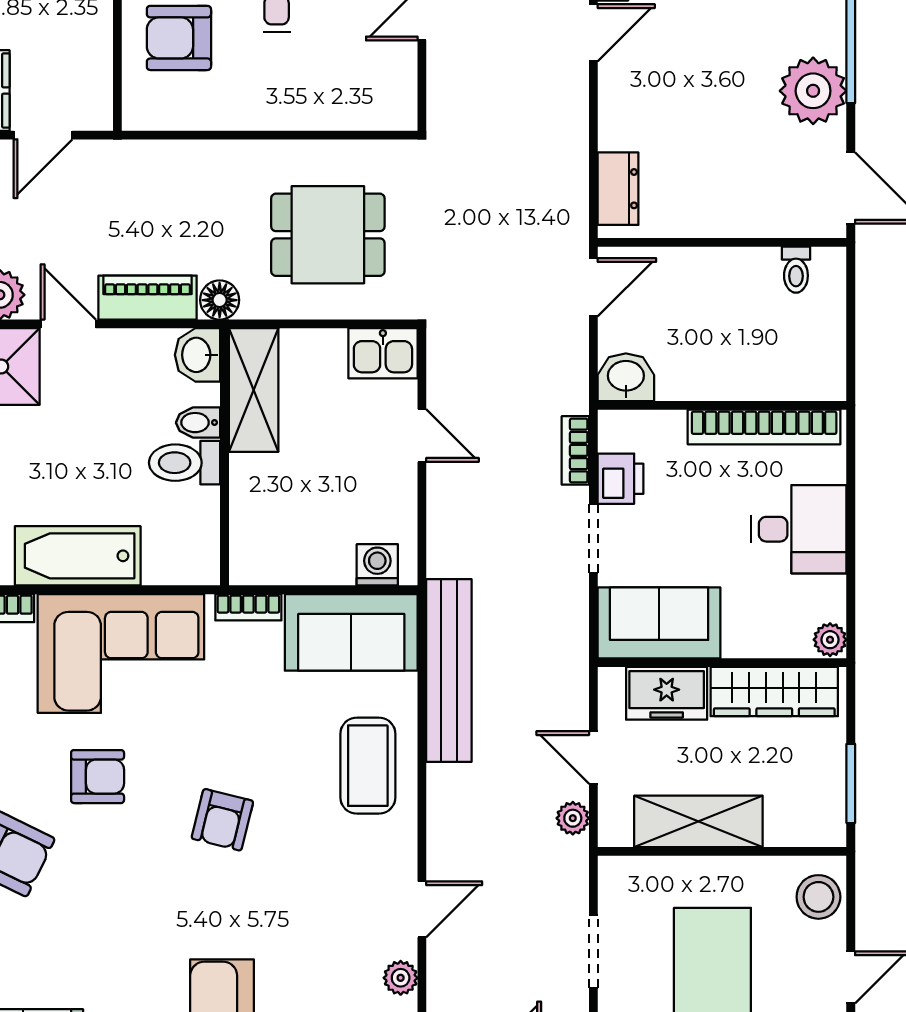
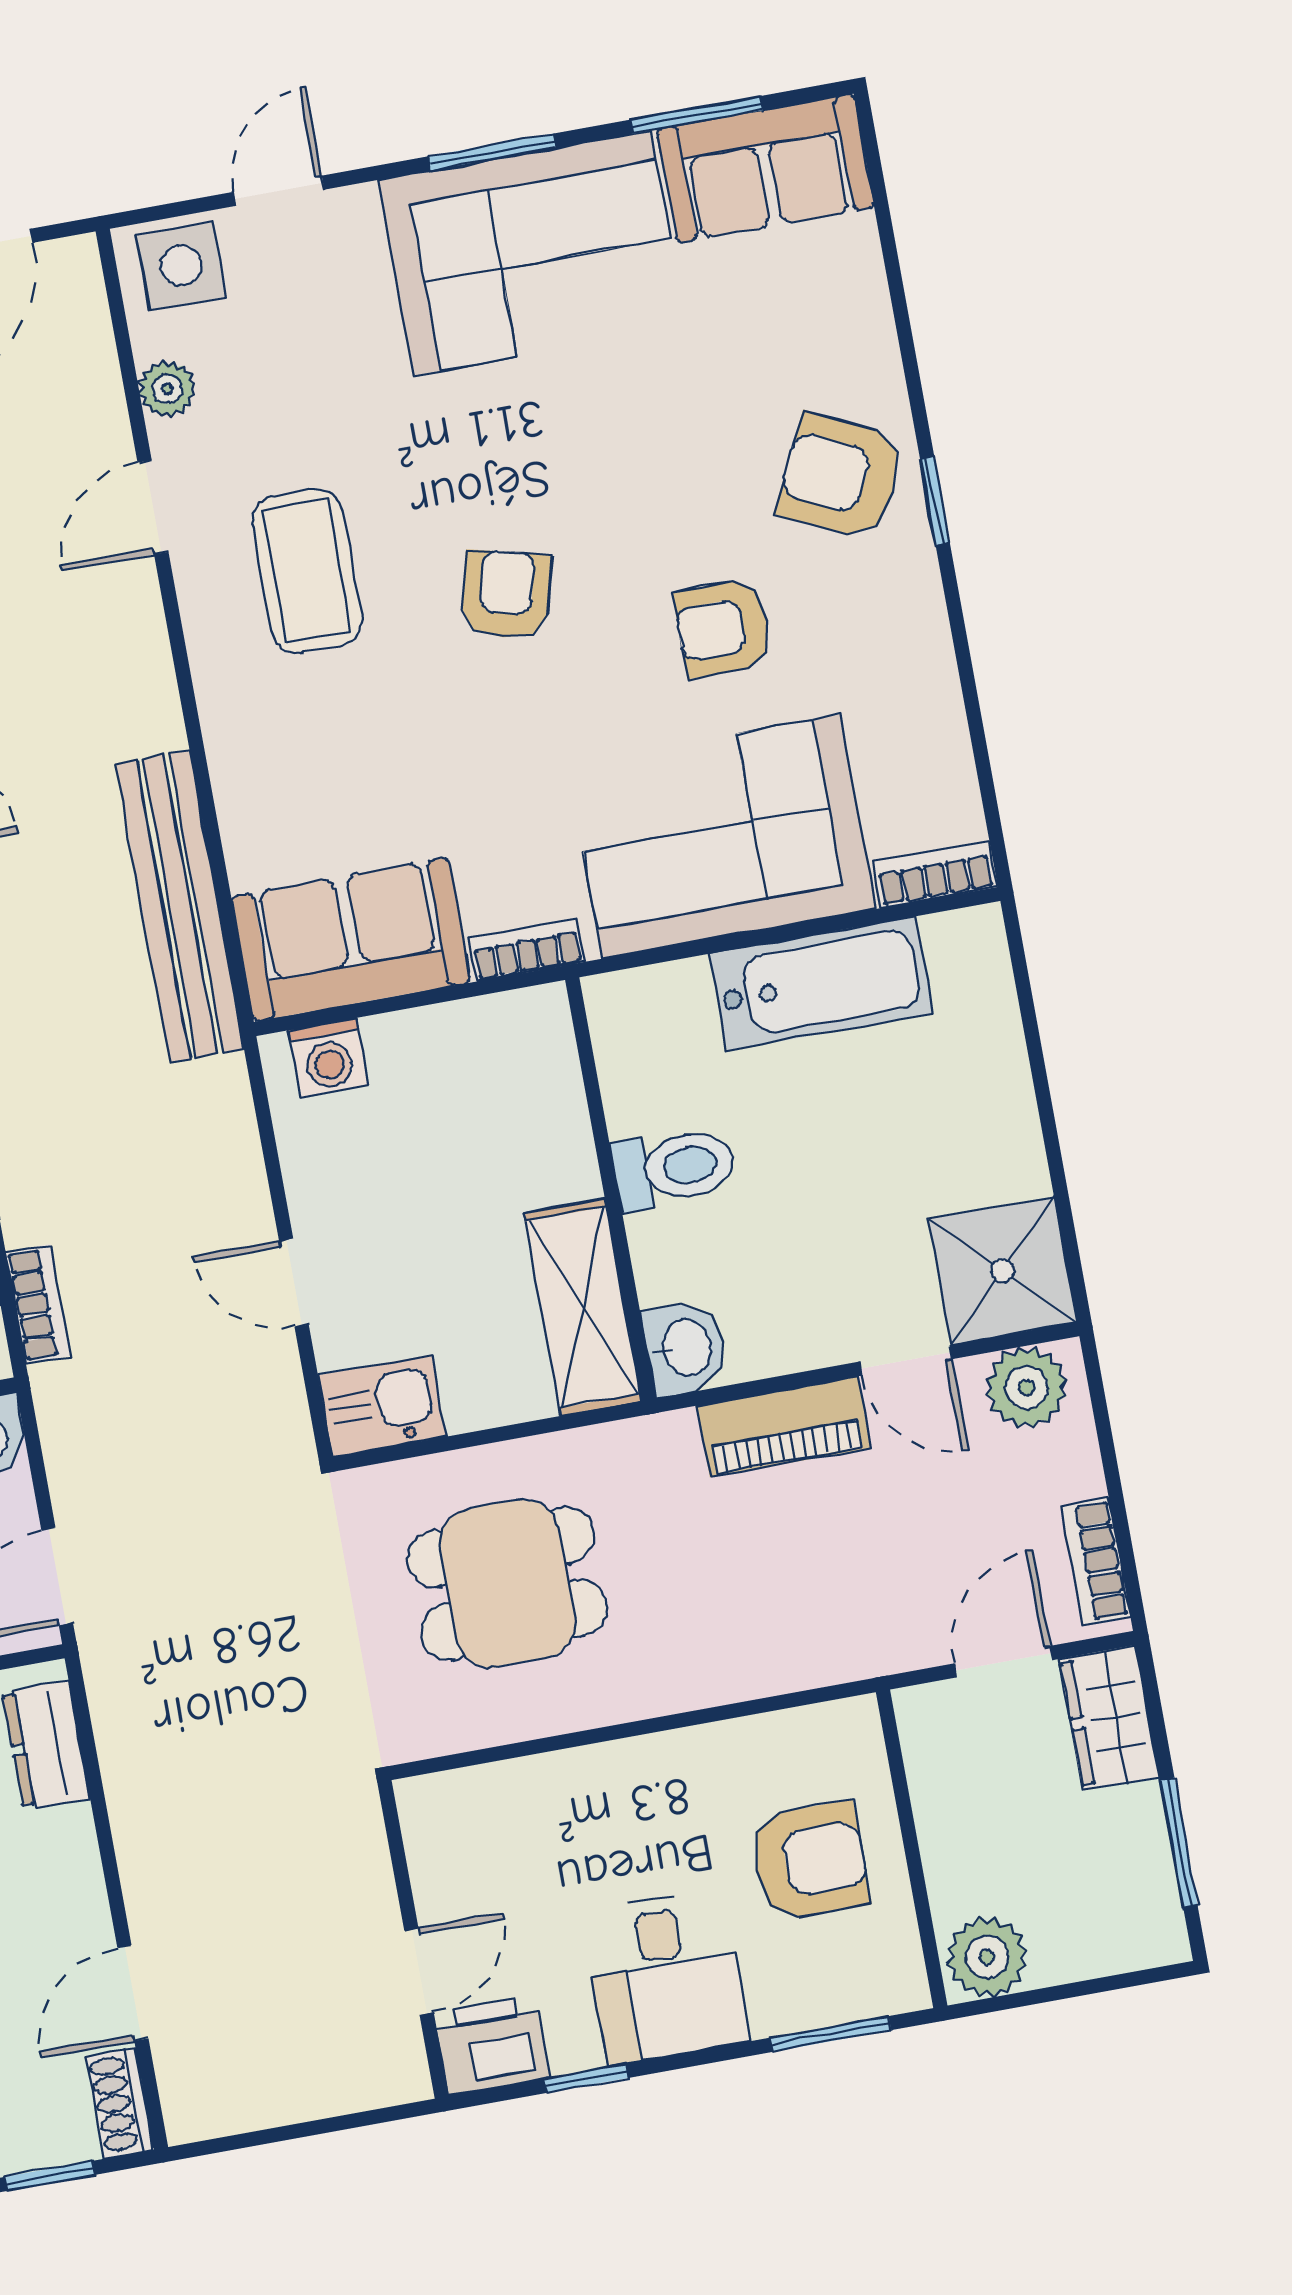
floor lamp: (220, 300) -> (665, 1444), removed
bidet: (198, 423) -> (664, 1237), removed
coffee table: (368, 766) -> (307, 571), moved

